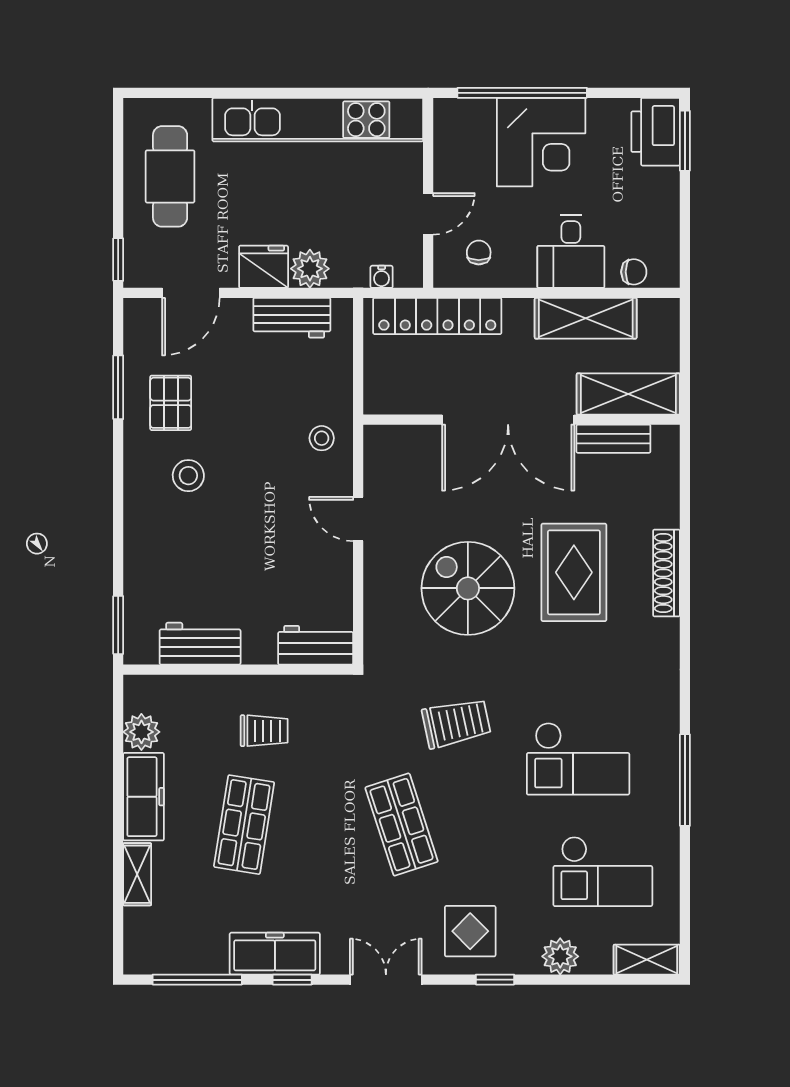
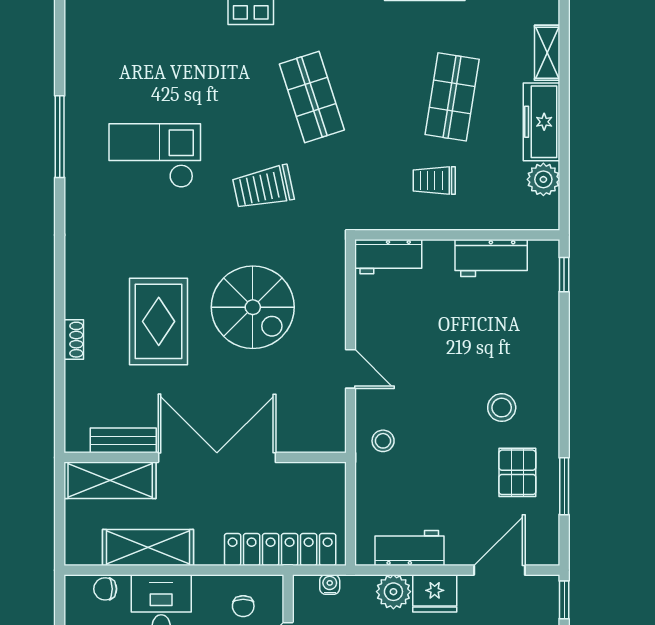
shoe rack: (666, 573) -> (74, 340), width x0.51, depth x0.81
window: (118, 625) -> (564, 275), width x0.67
checkout: (603, 871) -> (133, 55), removed

